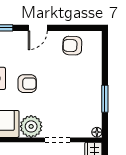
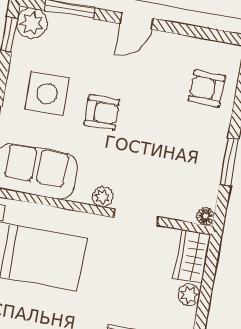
armchair: (72, 46) -> (207, 89), moved
plant: (31, 126) -> (103, 197), width x0.53, depth x0.53

